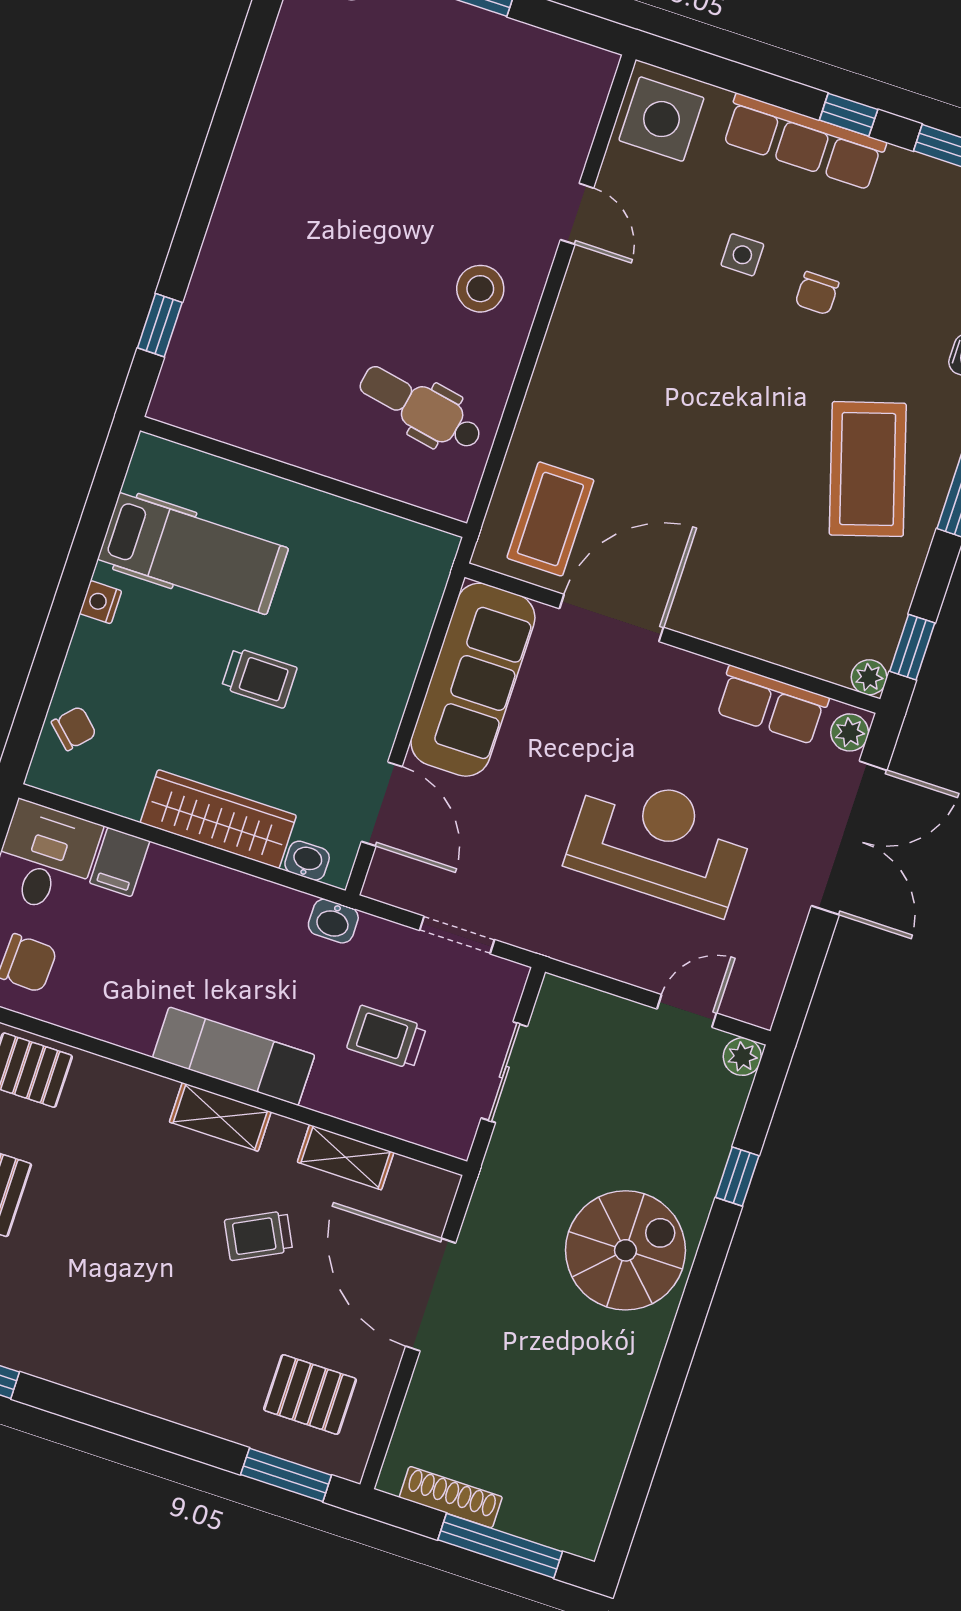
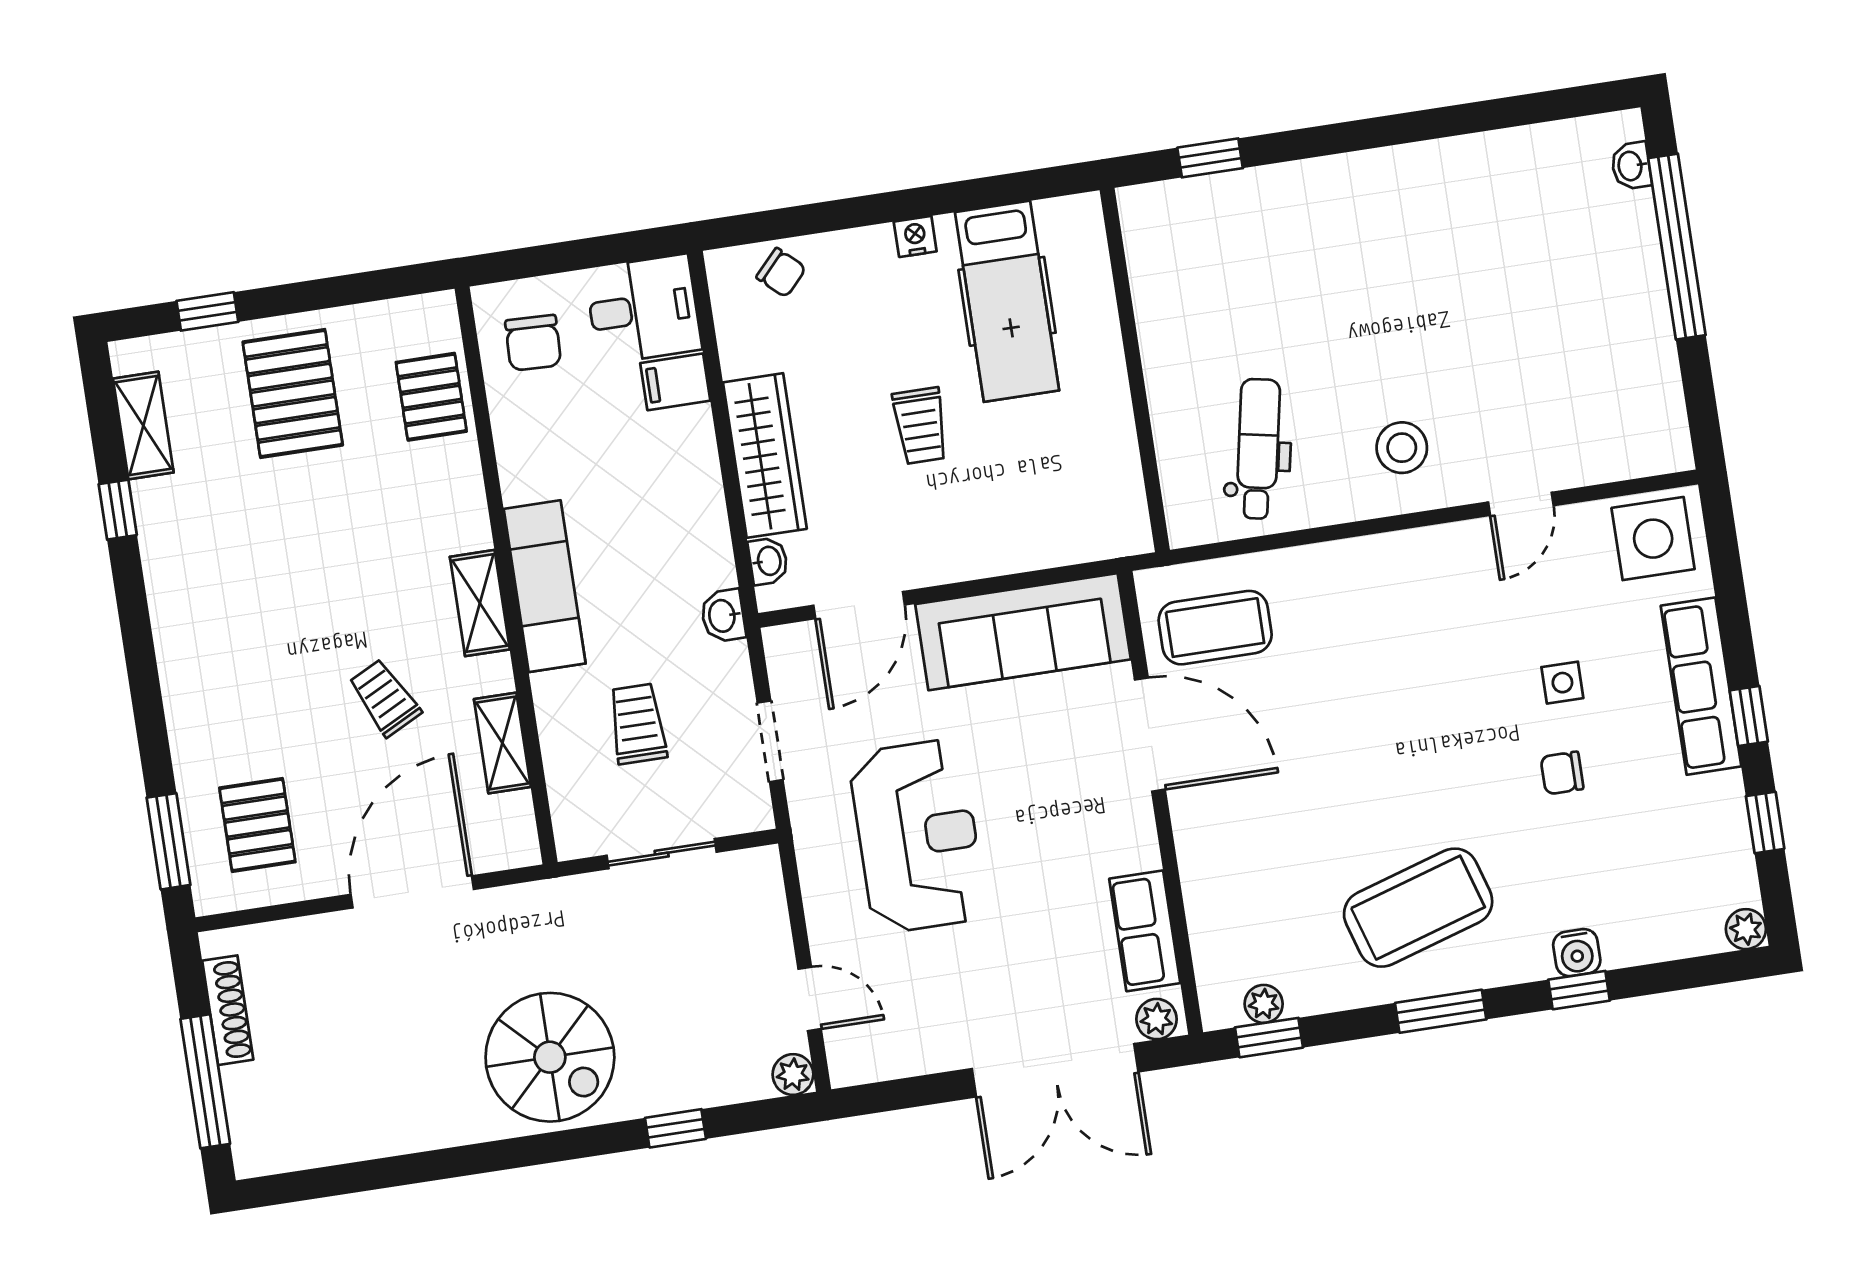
plant: (869, 677) -> (1264, 1004), moved
reception desk: (660, 842) -> (917, 836), moved

